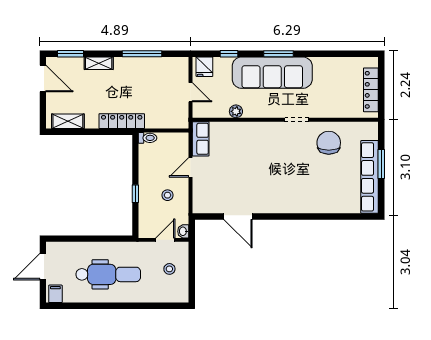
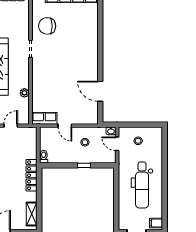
door: (238, 216) -> (100, 91), swing flipped
dental chair: (108, 274) -> (142, 185), turned 180

